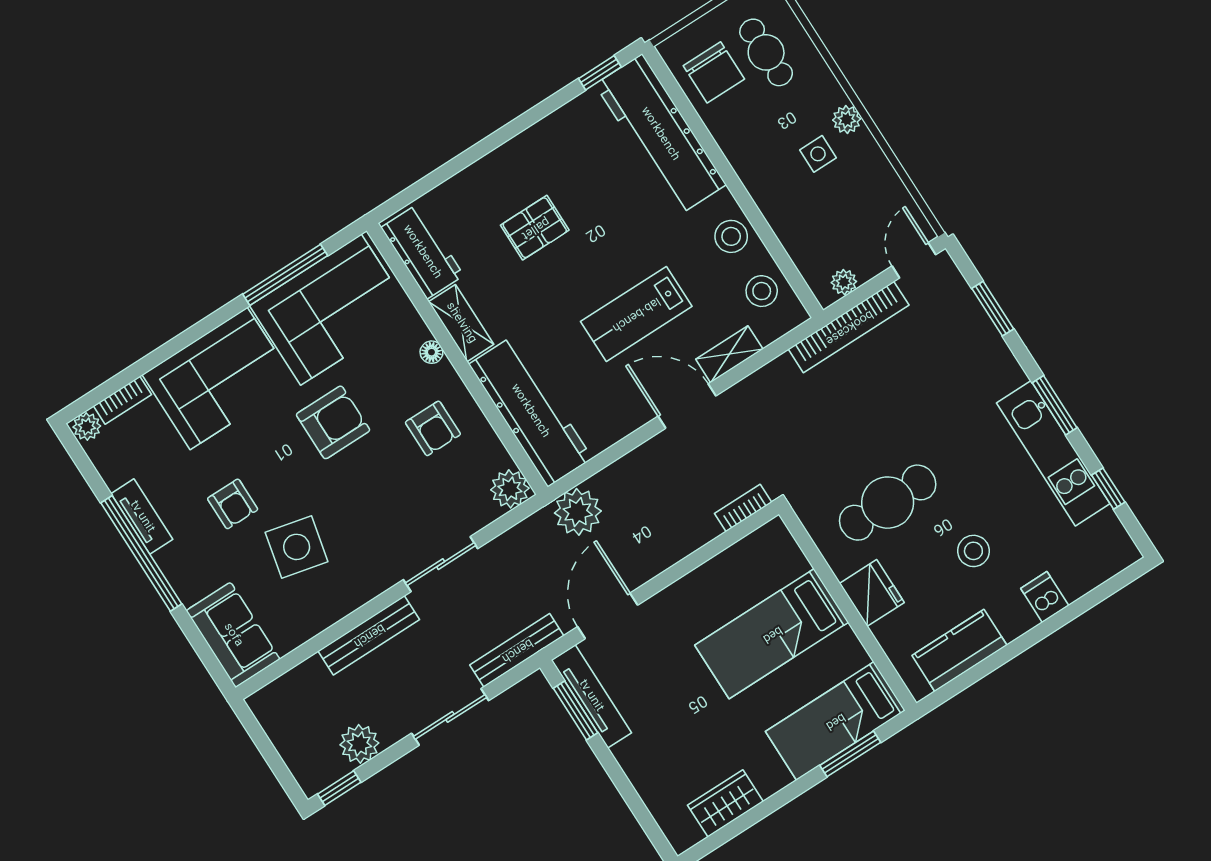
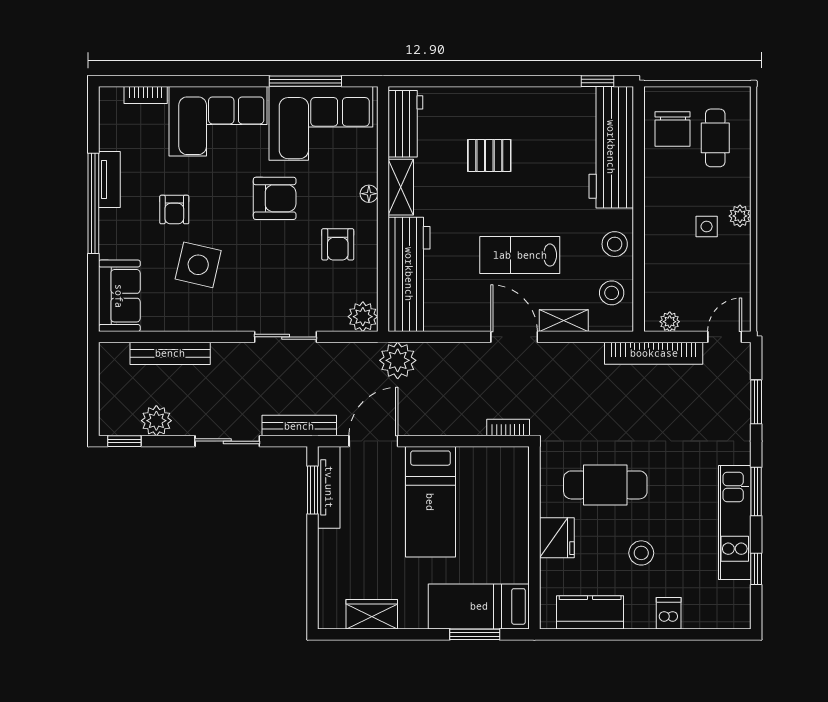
plant: (87, 427) -> (111, 97), removed
bed: (772, 634) -> (430, 502), moved, turned -90
bench: (369, 635) -> (170, 353), moved

